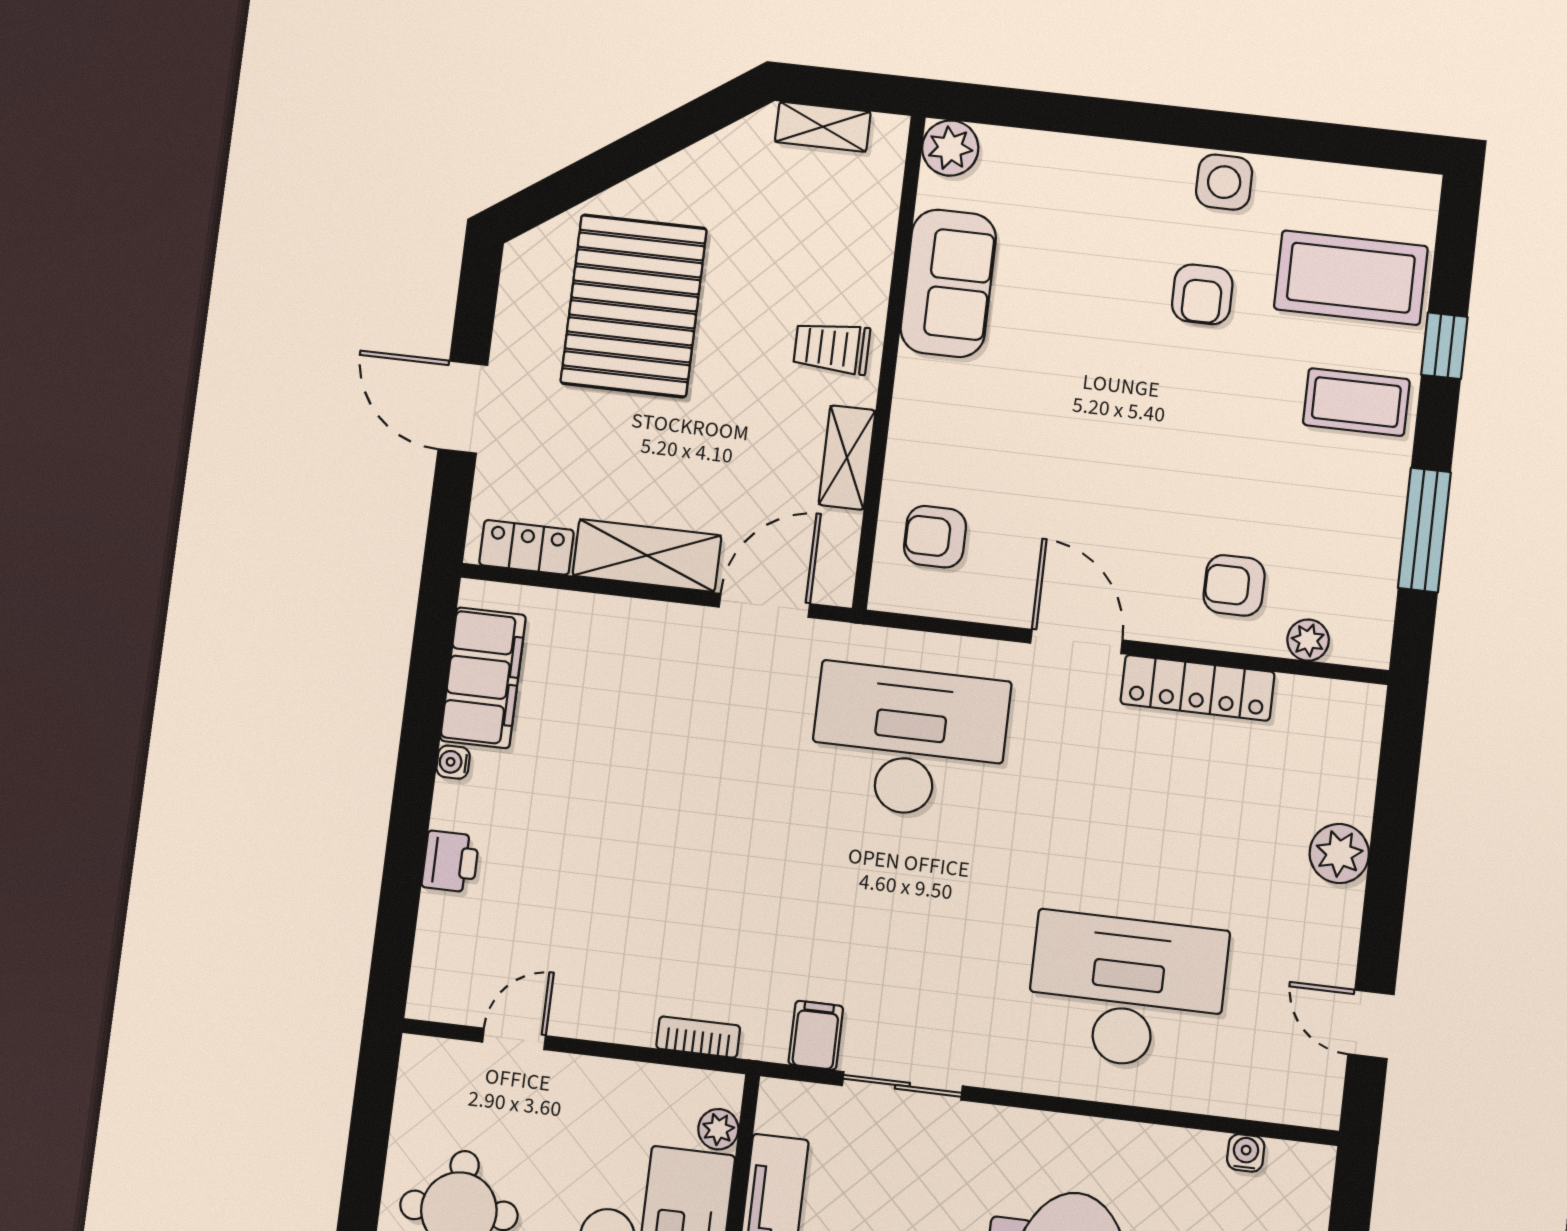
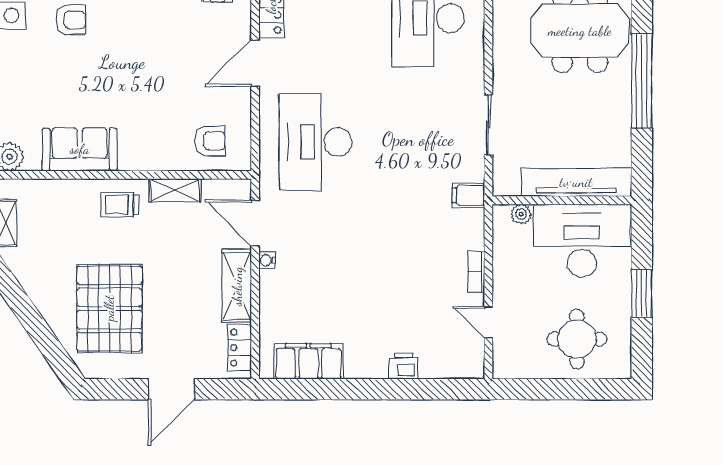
pallet: (634, 306) -> (109, 308), turned 90
trolley: (832, 348) -> (119, 205), turned 90
armchair: (935, 537) -> (210, 141), turned -90
water cooler: (453, 762) -> (267, 260), moved, turned 90
filing cabinet: (816, 1035) -> (468, 195), moved
bookcase: (698, 1037) -> (476, 272), moved

